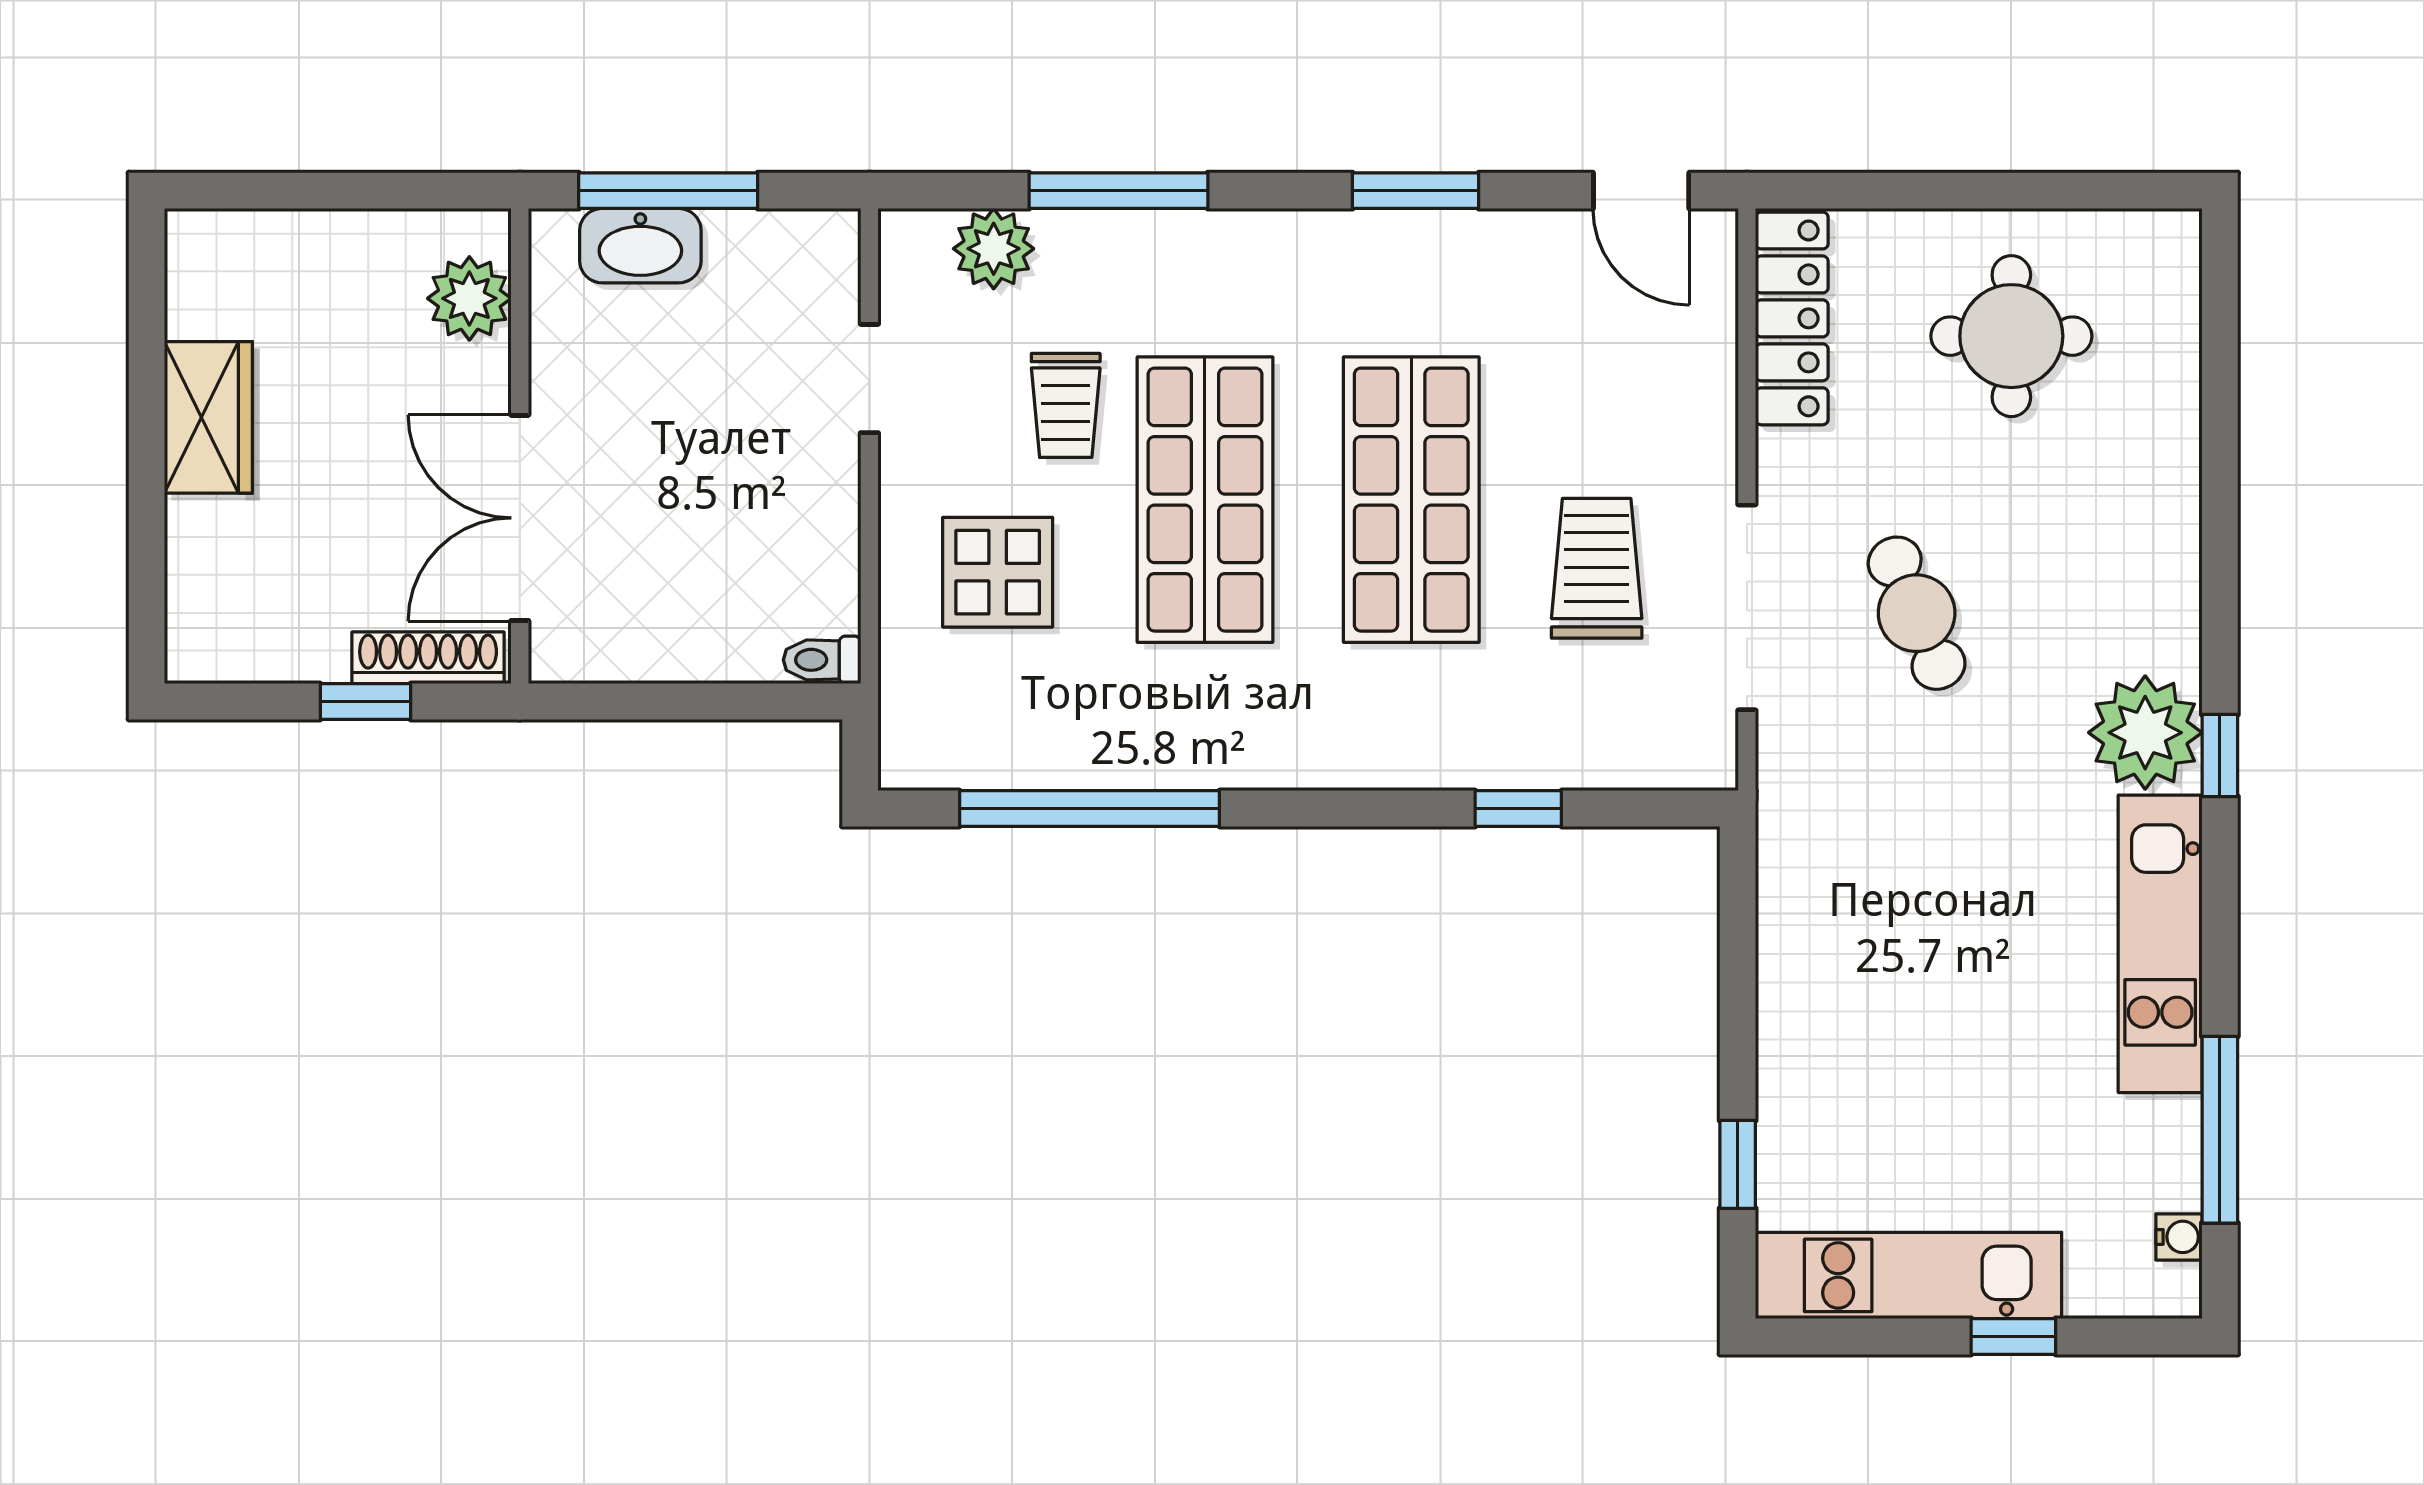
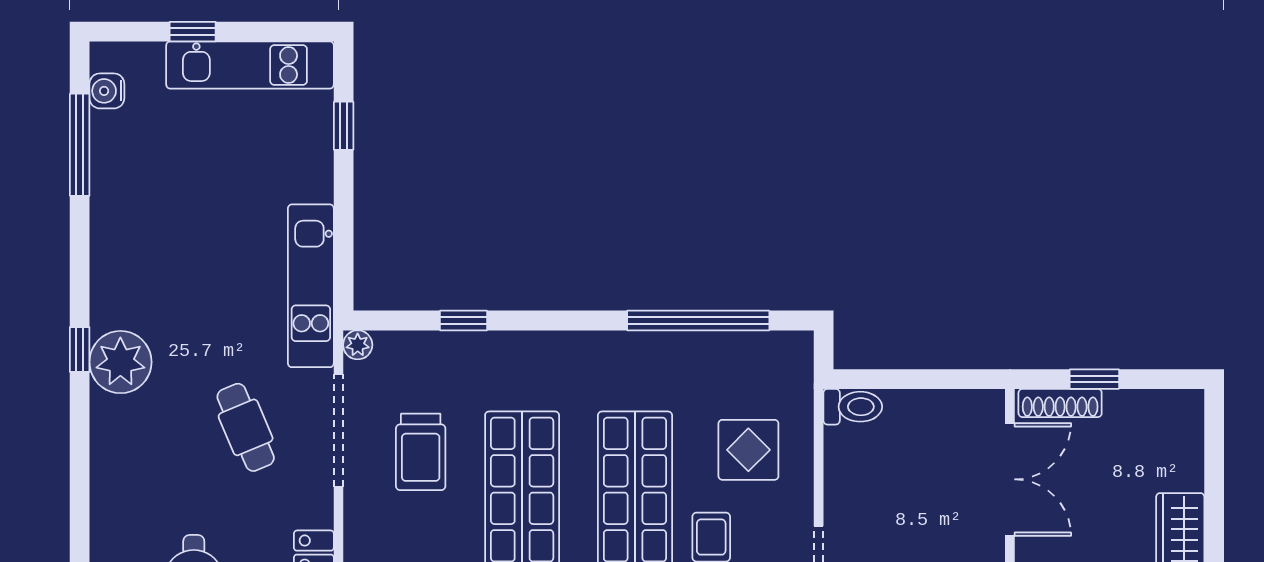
toilet: (822, 660) -> (853, 407), width x1.37, depth x1.39
plant: (1712, 764) -> (358, 345), added
kitchen unit: (2160, 944) -> (311, 286), moved, turned 180
water cooler: (2179, 1237) -> (107, 91), width x1.38, depth x1.38

